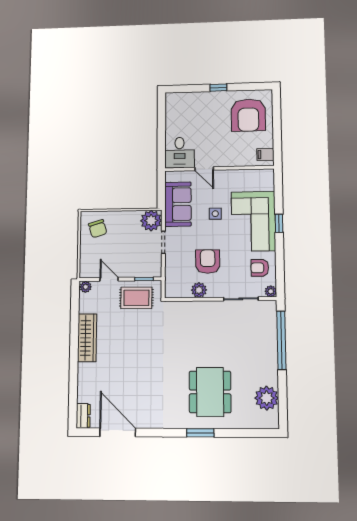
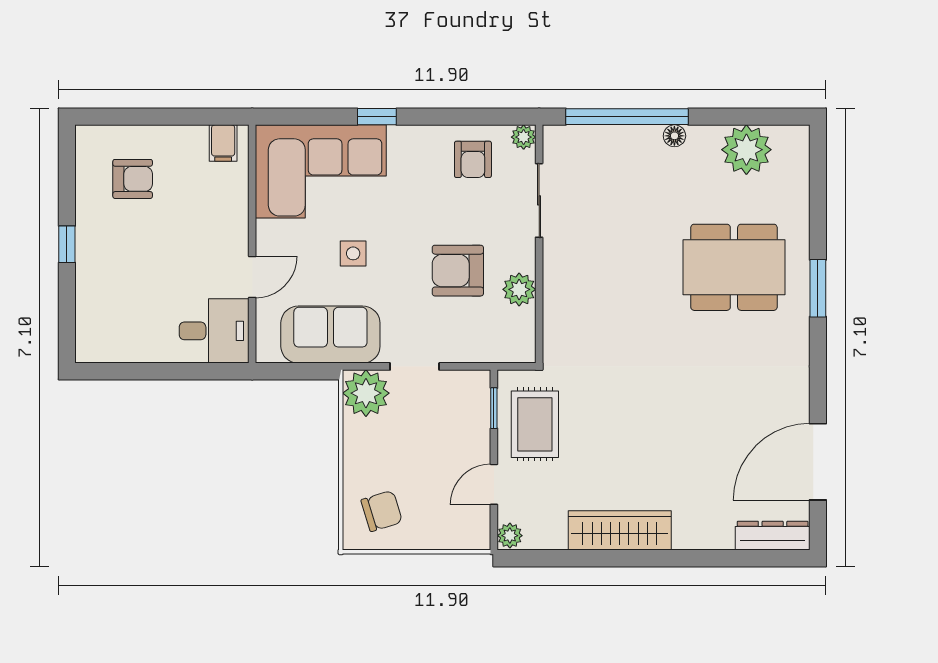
armchair: (248, 115) -> (133, 179), width x0.53, depth x0.53
corner sofa: (253, 221) -> (321, 171), moved
floor lamp: (273, 363) -> (674, 136), added
dresser: (83, 416) -> (773, 536), width x1.44

